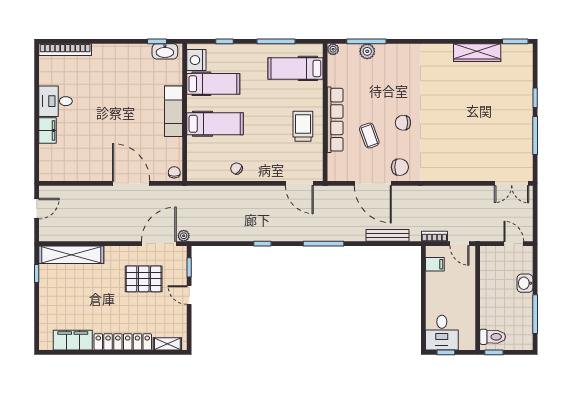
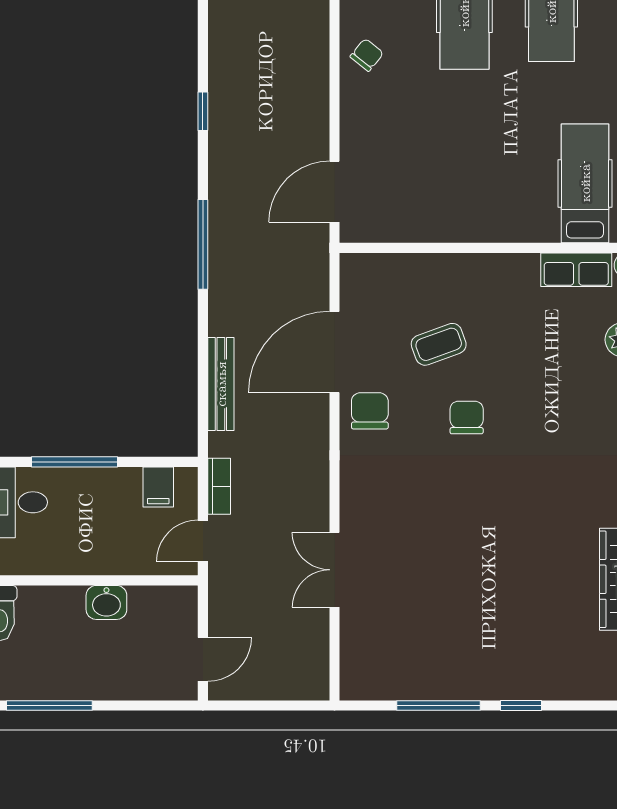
row of seats: (335, 120) -> (576, 270), moved, width x0.50
trolley: (303, 126) -> (459, 200), removed
chair: (400, 167) -> (370, 411), turned 180
double door: (512, 183) -> (335, 570), moved
washbasin: (525, 283) -> (106, 602), moved, turned 180
window: (423, 303) -> (75, 462), added

